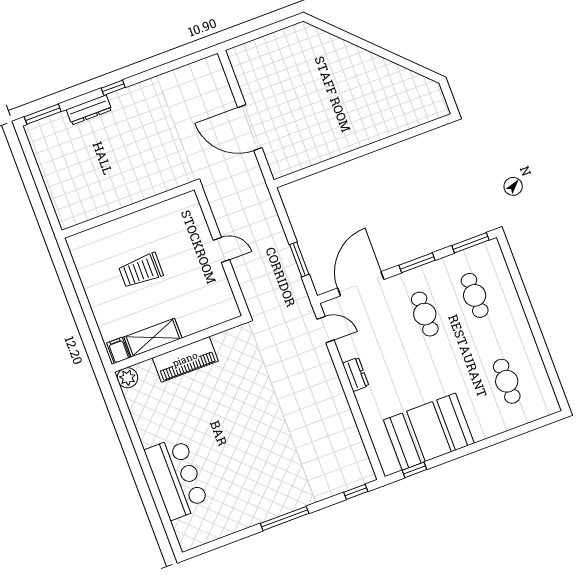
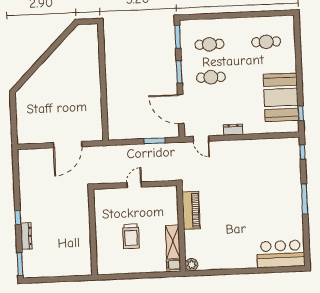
door: (325, 330) -> (201, 139), swing flipped
piano: (185, 359) -> (191, 210), moved
bar counter: (177, 478) -> (281, 254), moved

